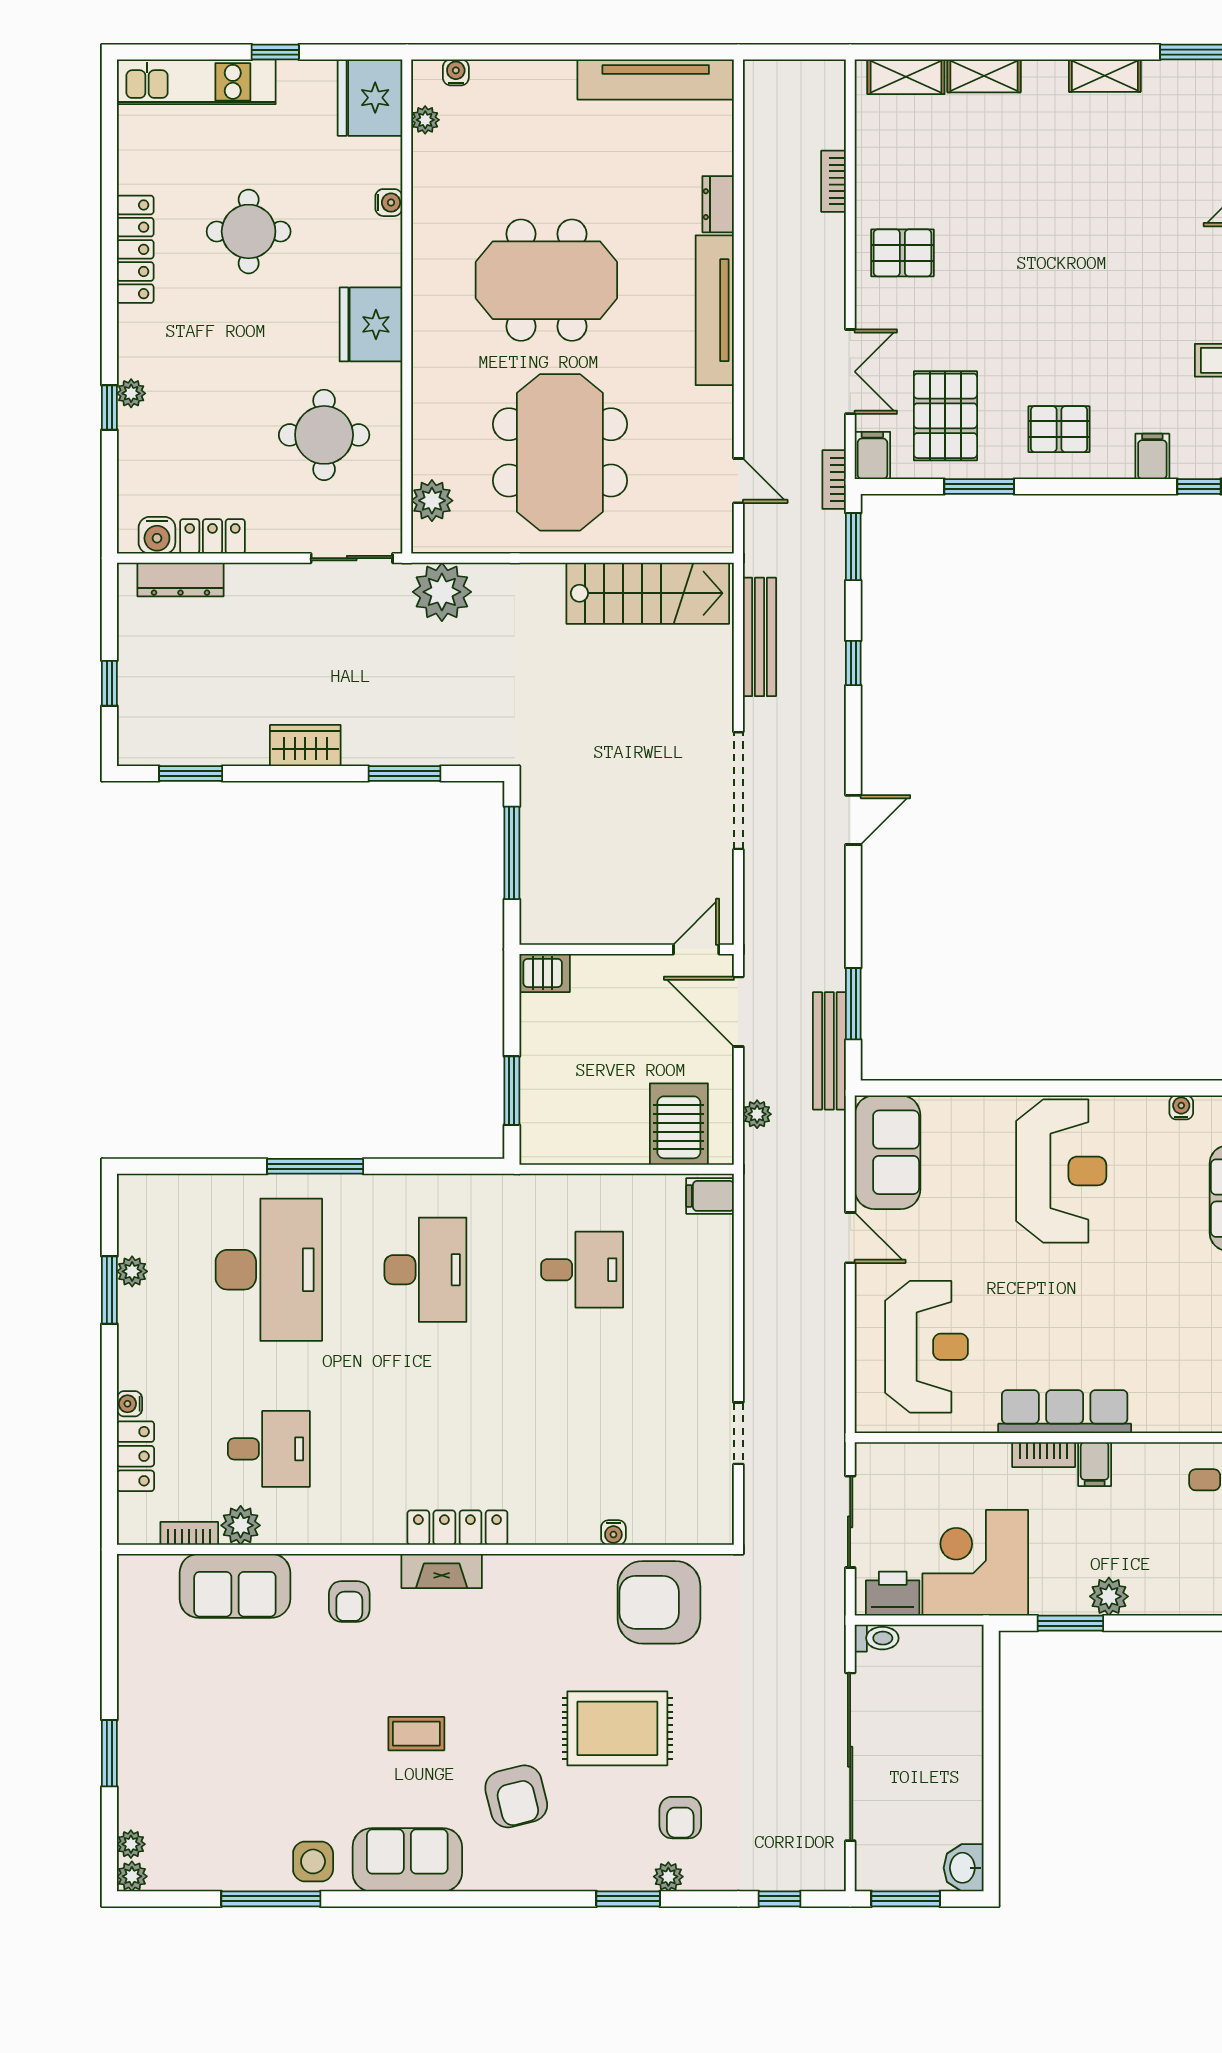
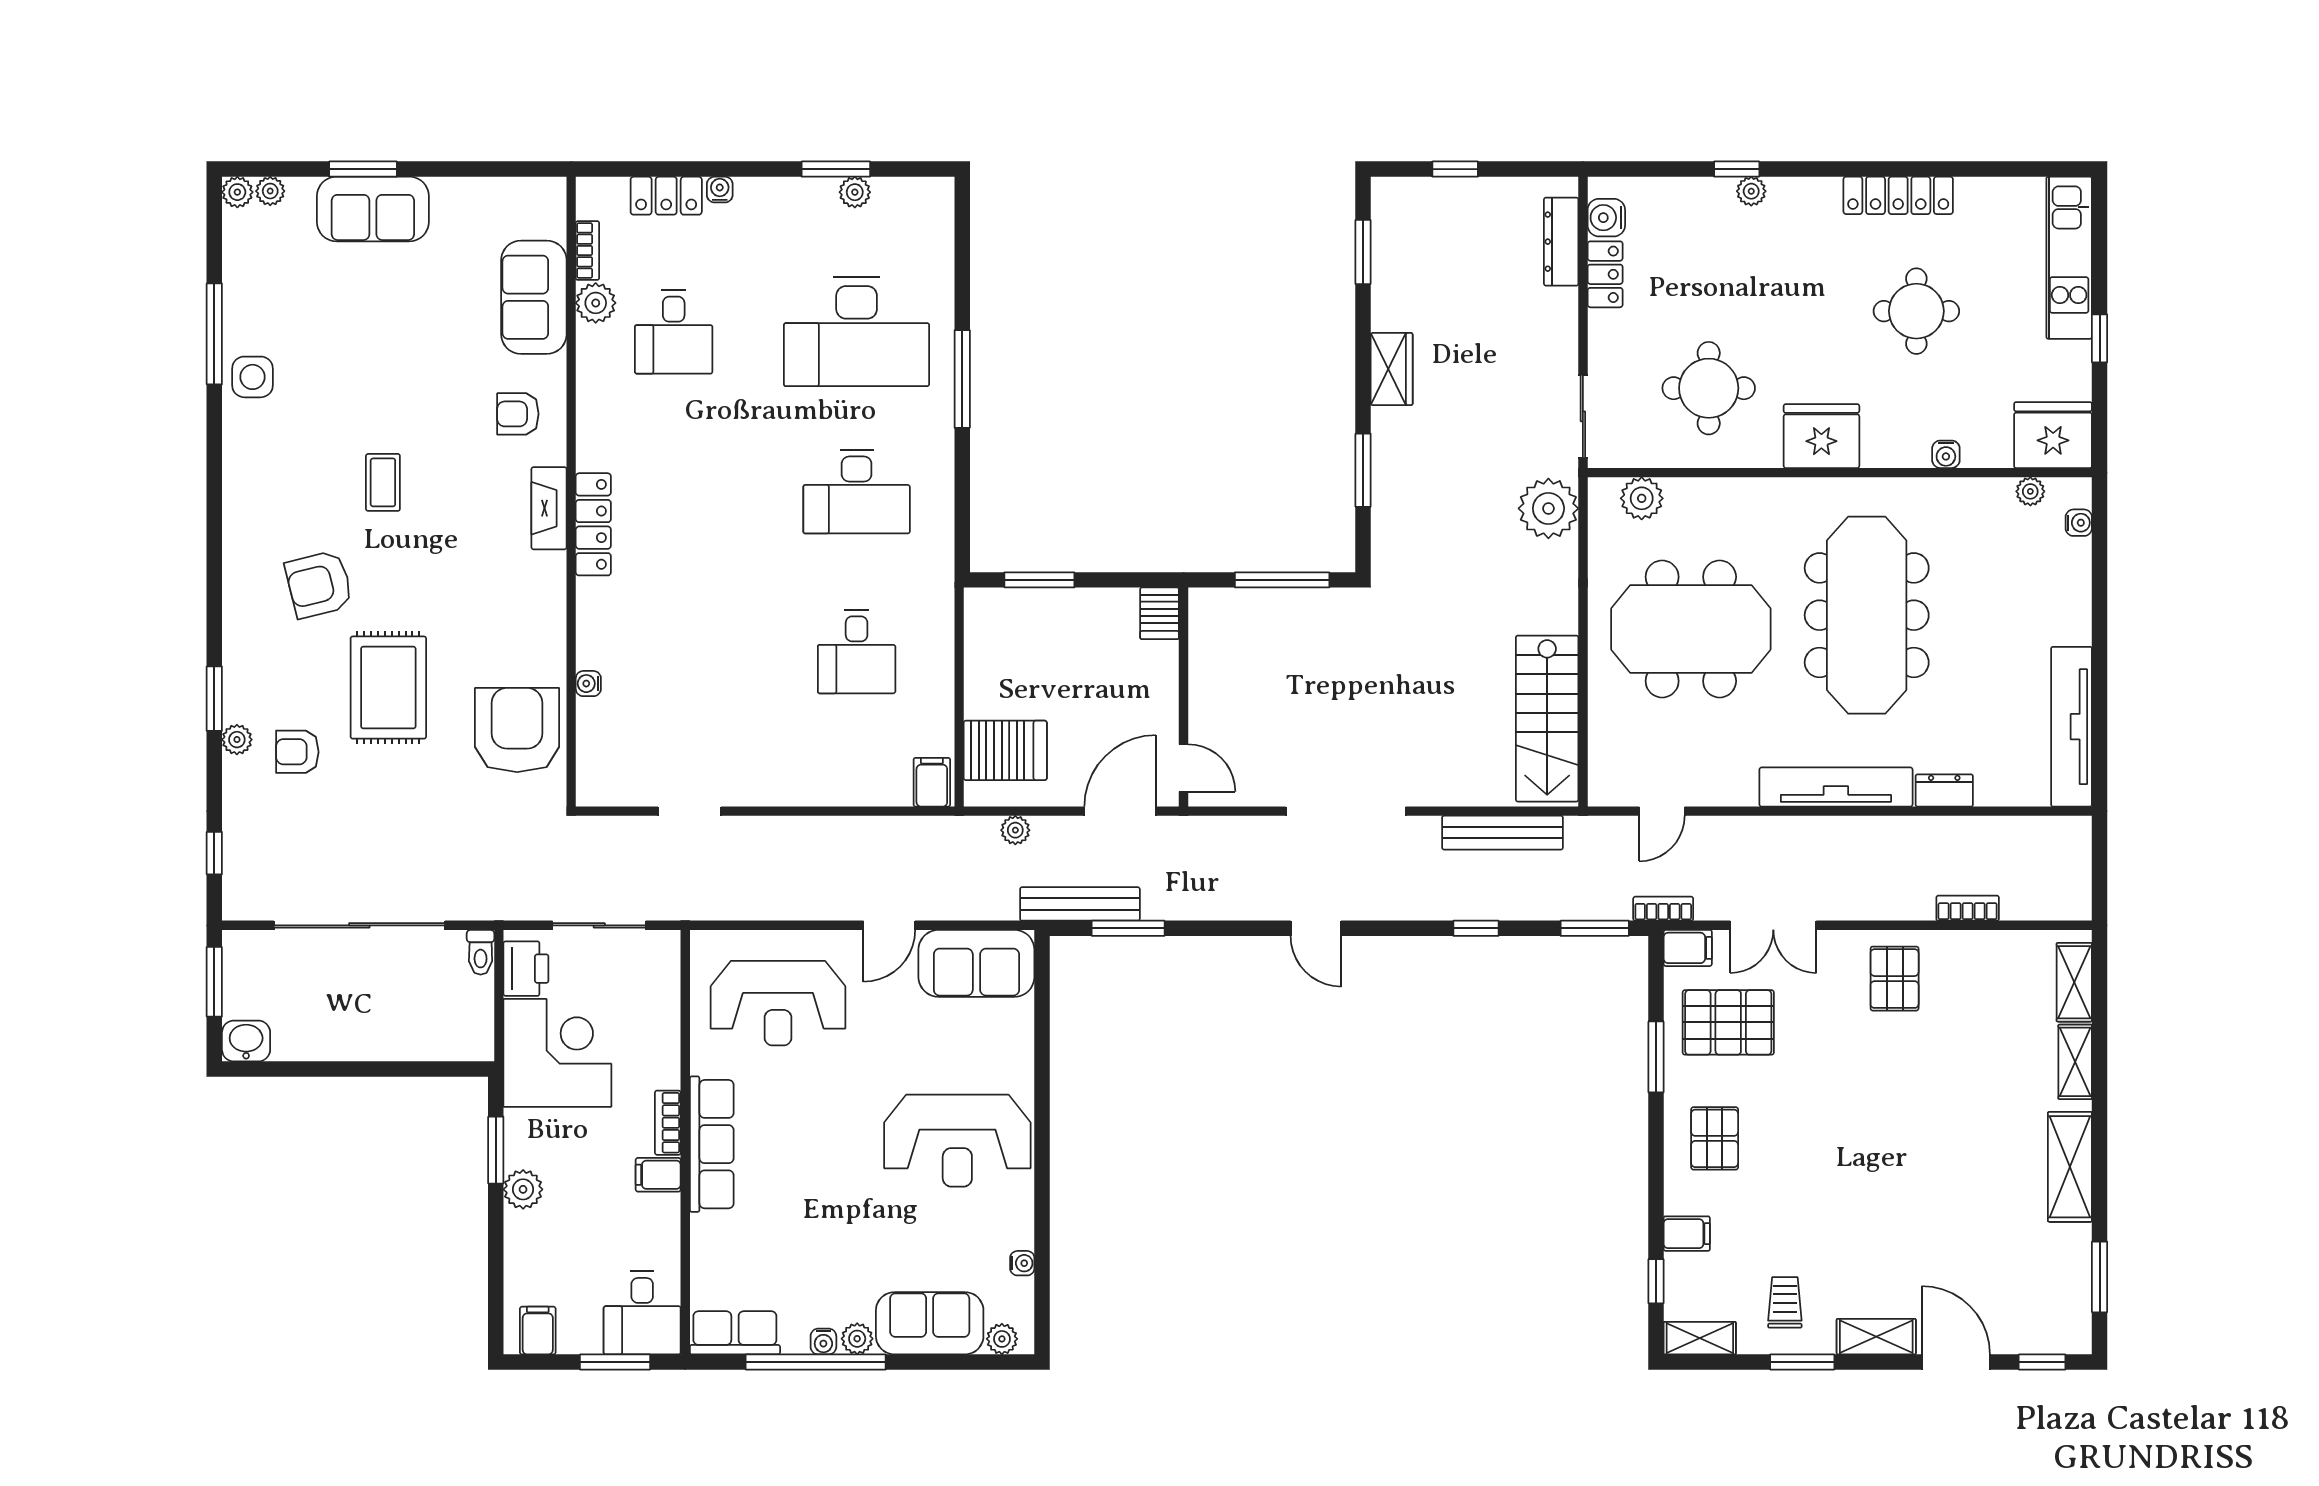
shelving: (1105, 76) -> (2070, 1167), width x1.50, depth x1.33
meeting table: (546, 280) -> (1867, 615), width x1.36
sofa: (407, 1860) -> (373, 209), moved, turned 90

